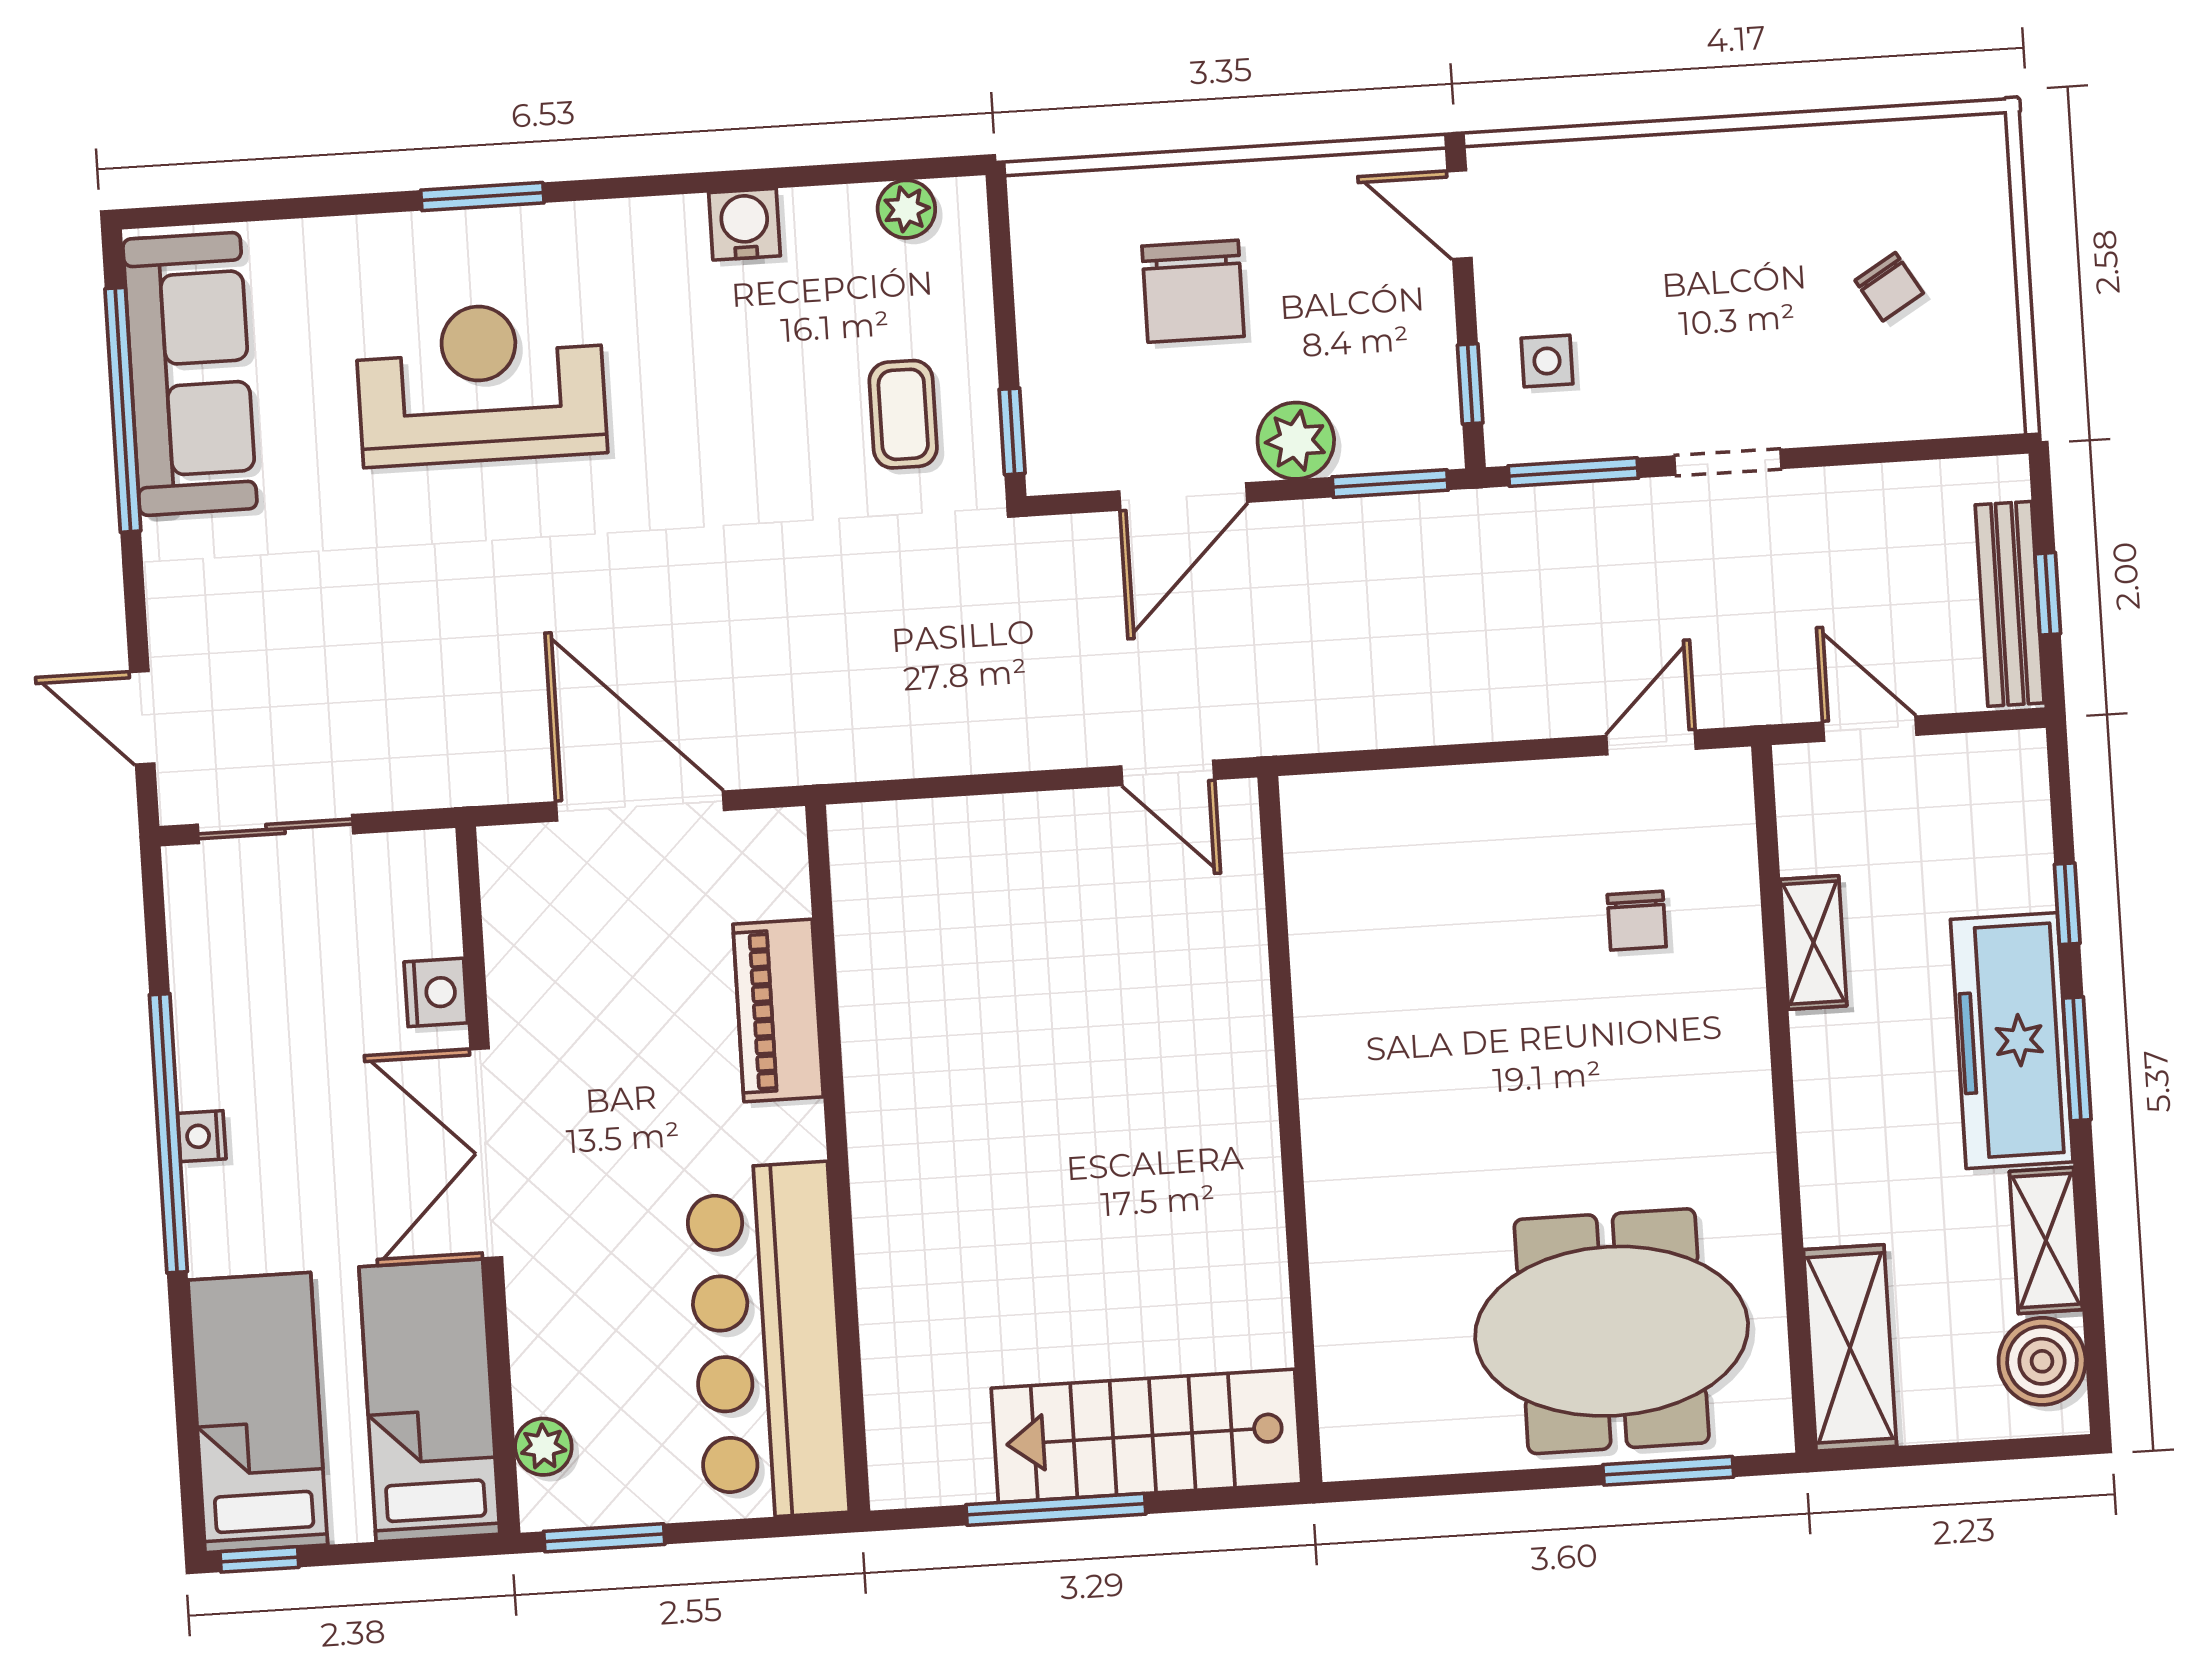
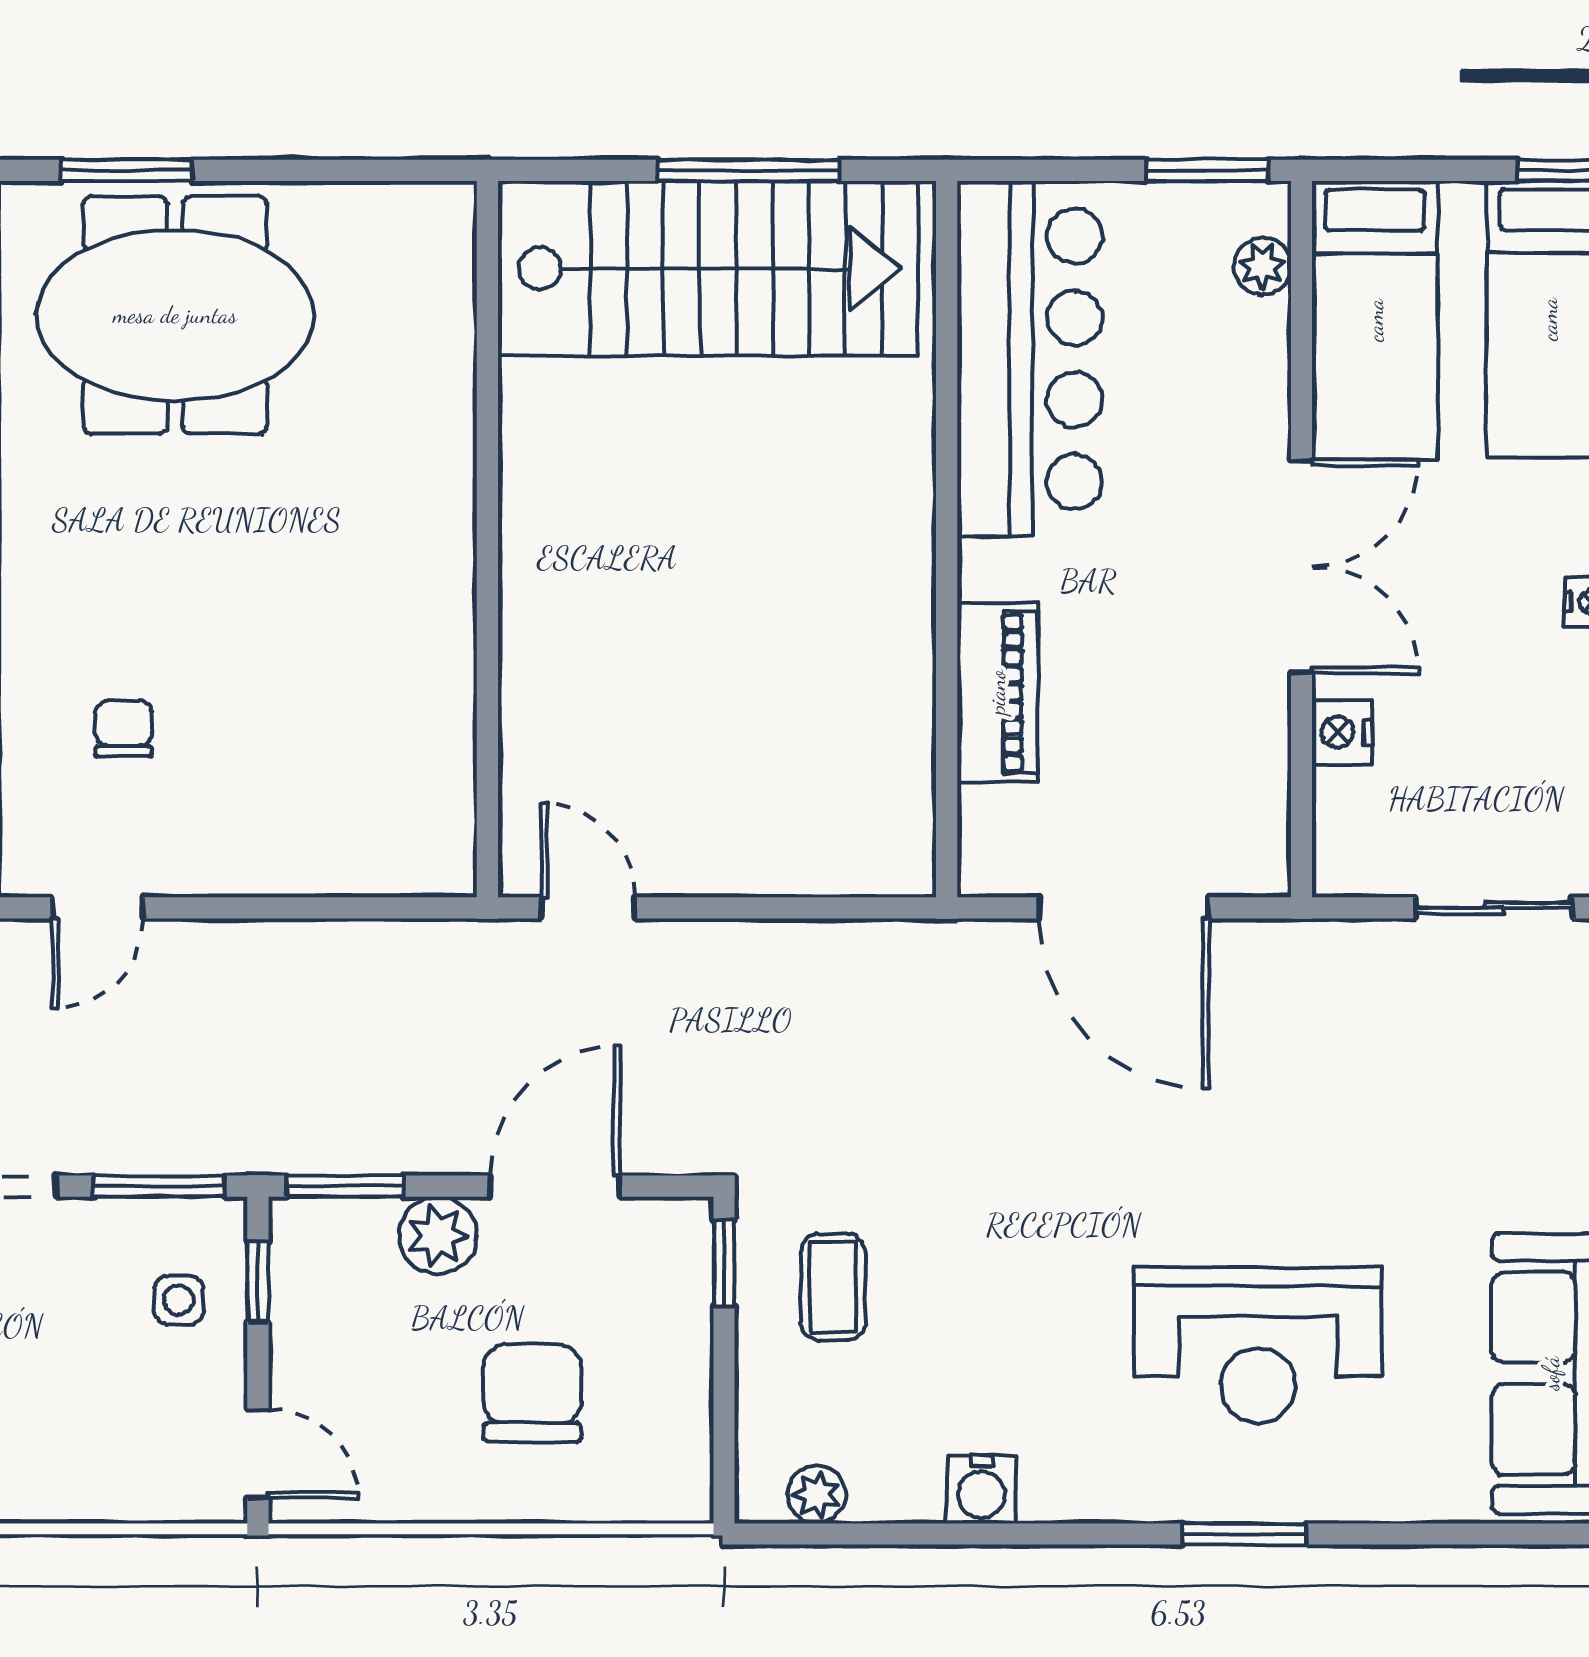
stairs: (1147, 1436) -> (708, 268), width x1.36, depth x1.51

